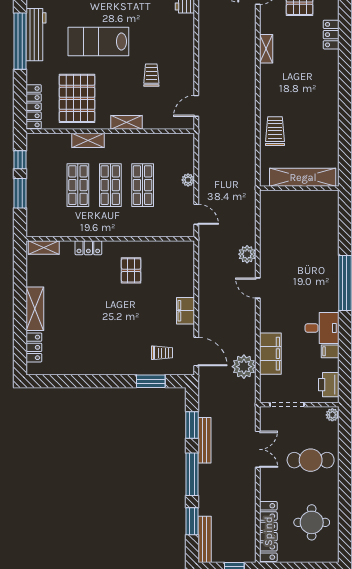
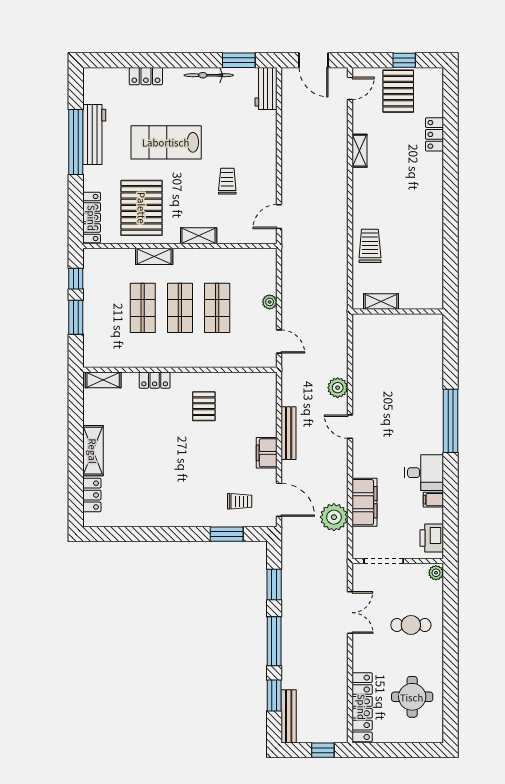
shelving: (303, 177) -> (381, 301), width x0.45, depth x0.75
bench: (205, 440) -> (289, 433), moved
cafe table: (311, 460) -> (411, 625), width x0.73, depth x0.74

